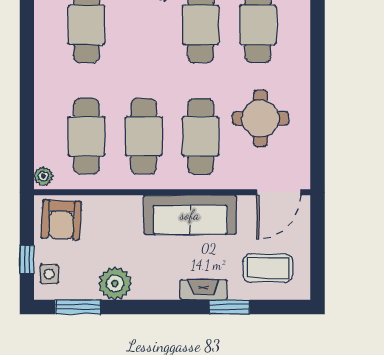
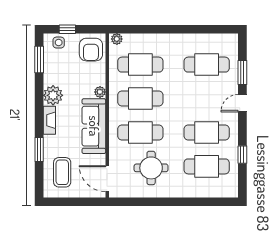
plant: (133, 205) -> (100, 92), added
armchair: (61, 220) -> (91, 50), turned -93
plant: (115, 283) -> (53, 95), moved
fireplace: (203, 290) -> (49, 120), moved

